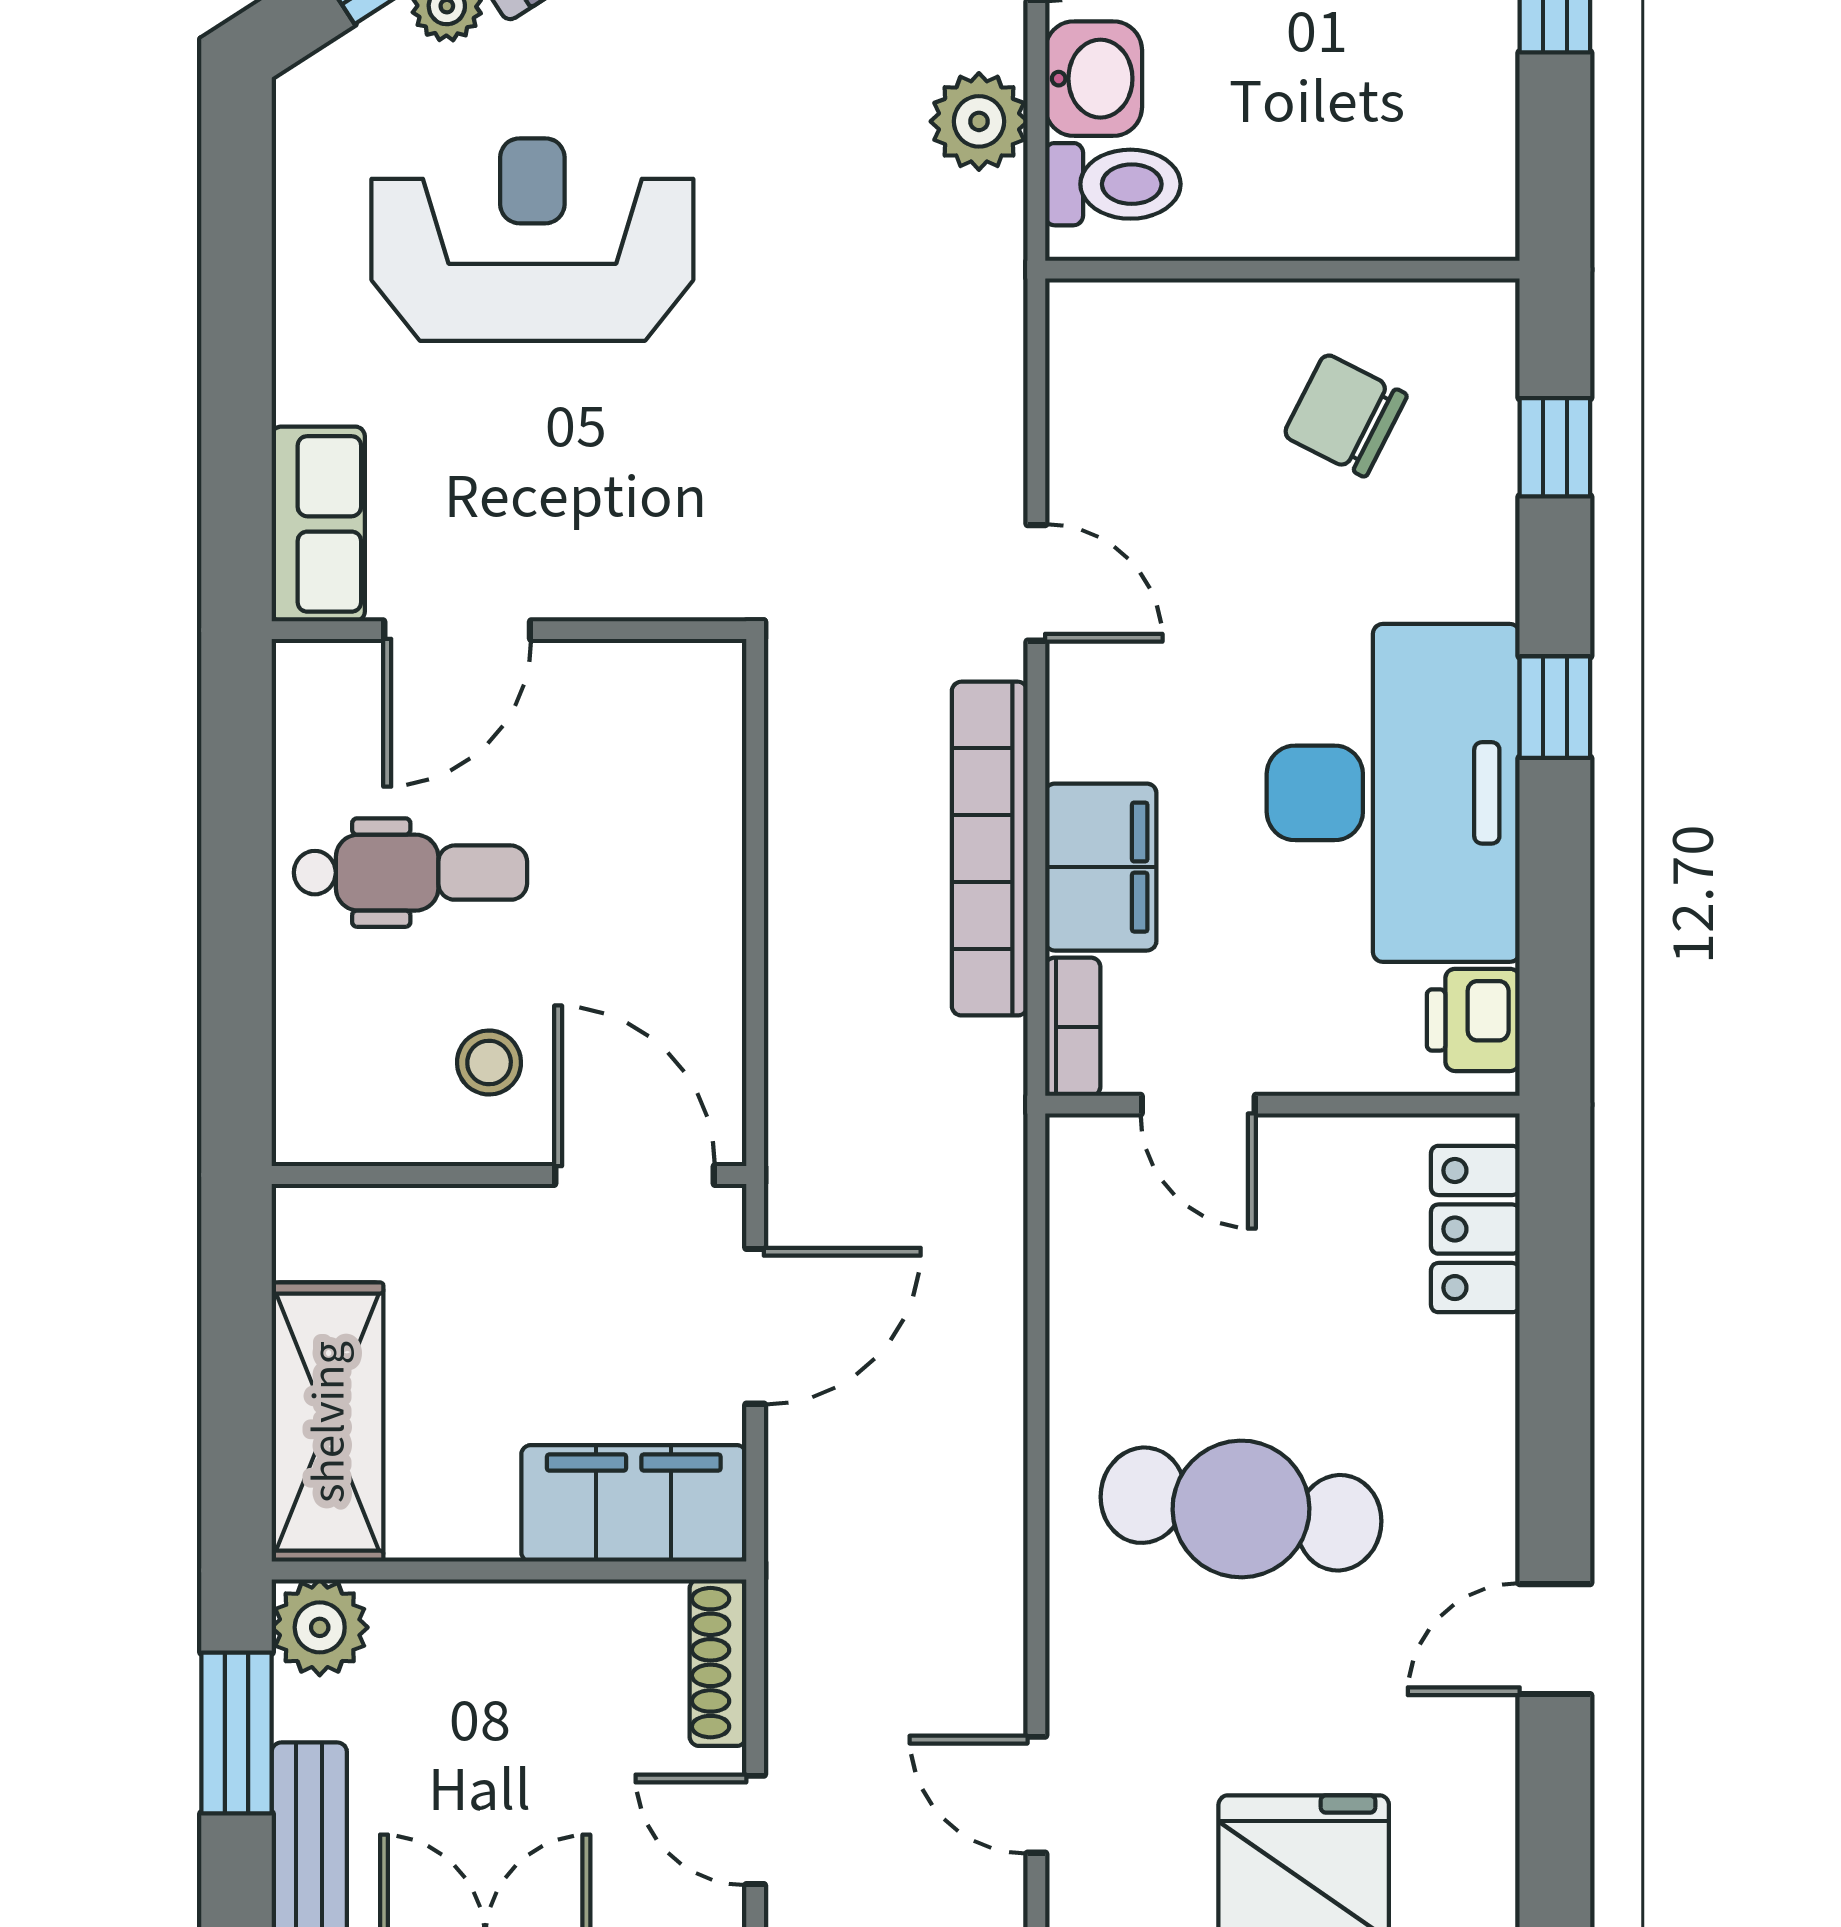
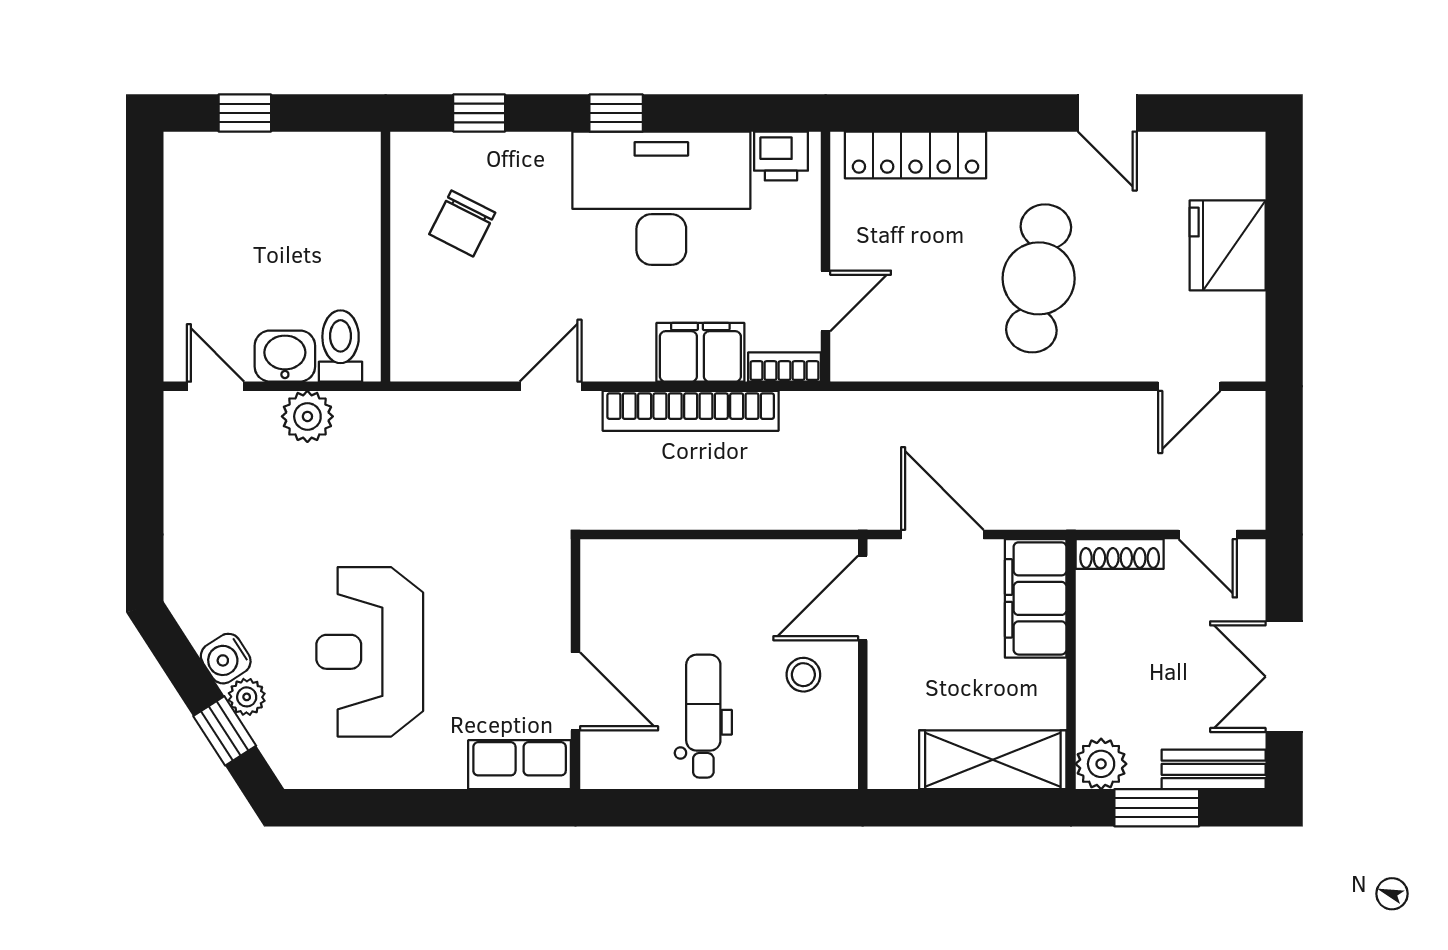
locker: (1475, 1229) -> (915, 155), width x1.53
door: (755, 1830) -> (1208, 534), hinge flipped

